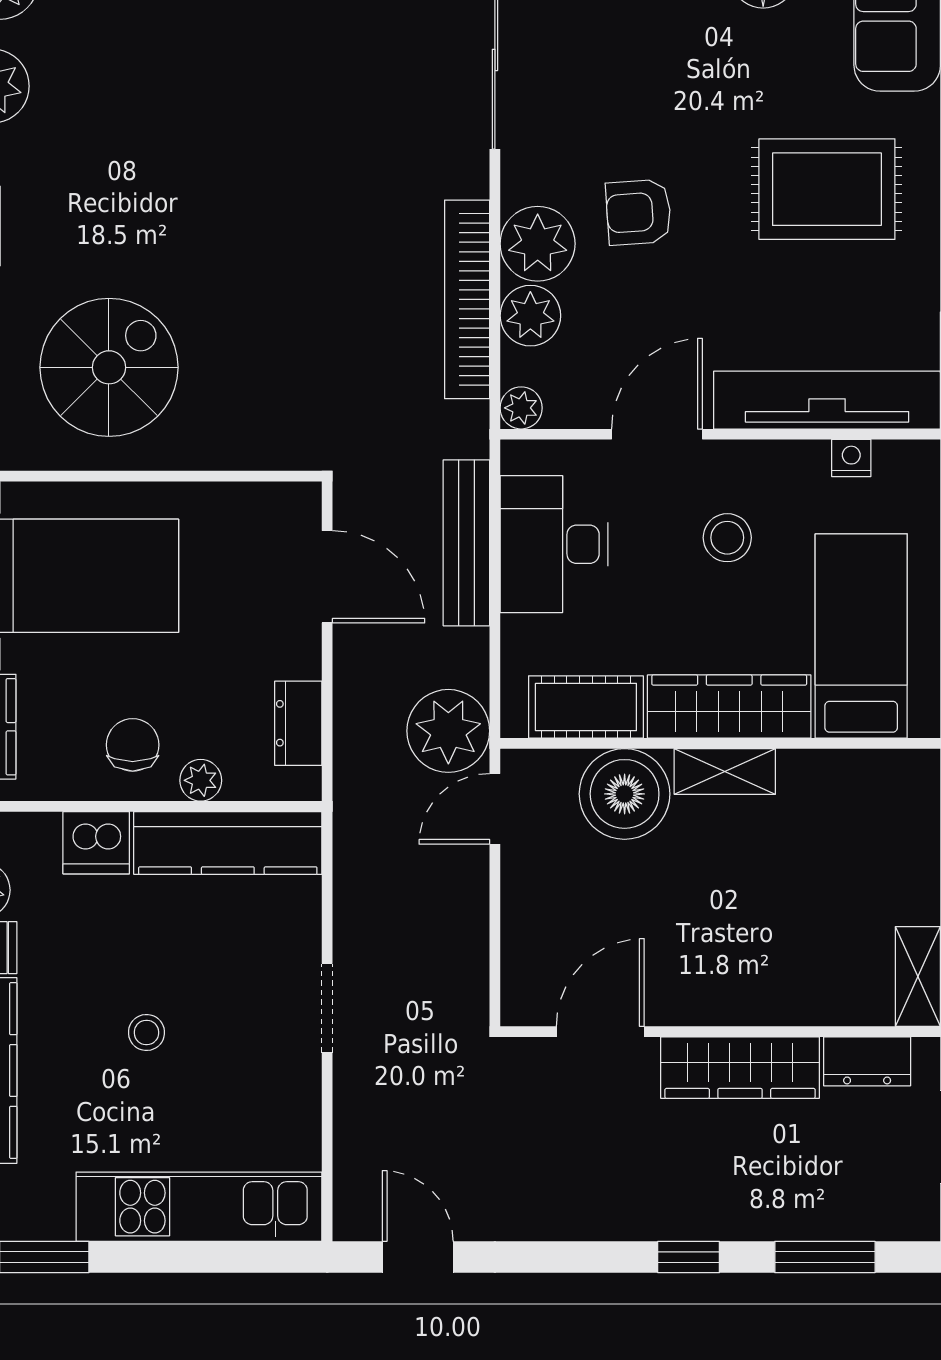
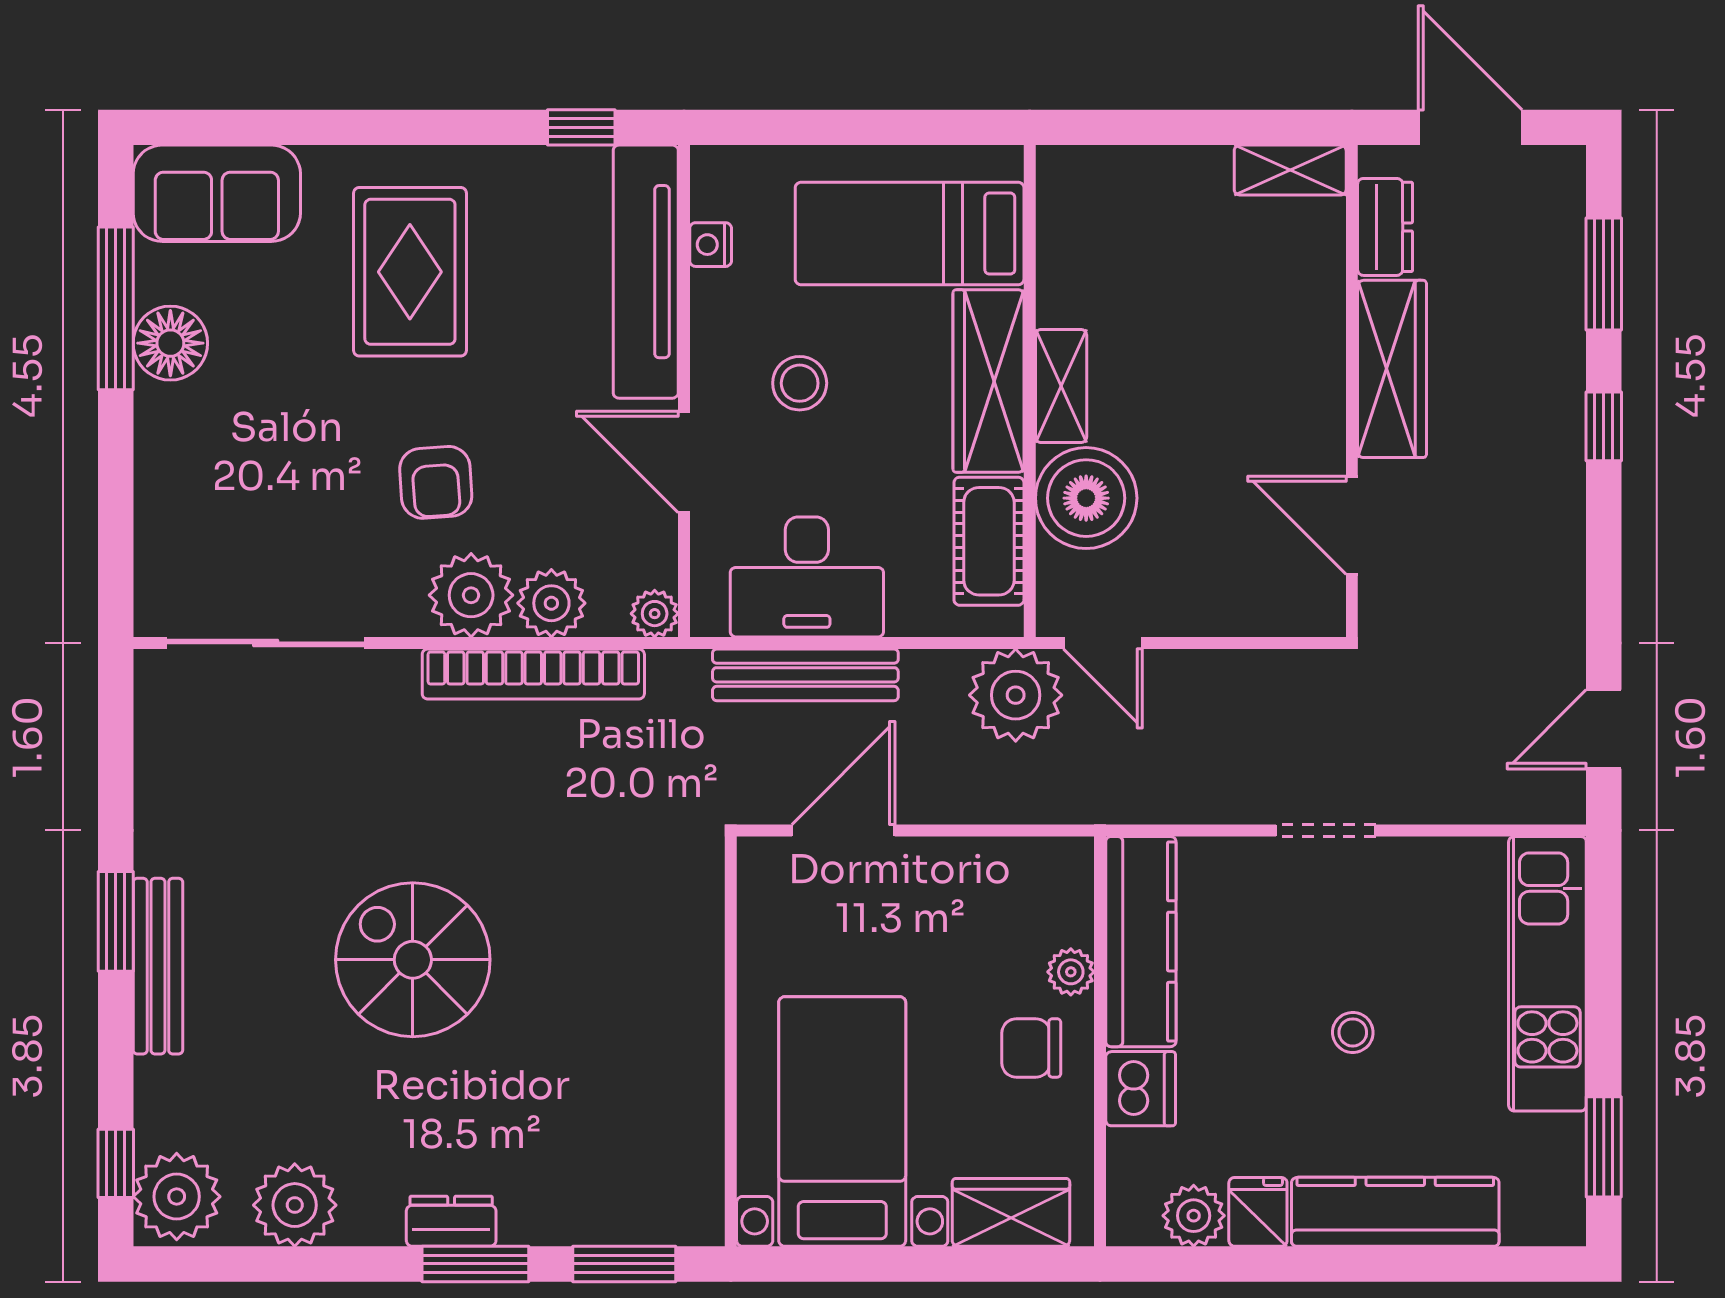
spiral stairs: (109, 367) -> (413, 960), moved
dresser: (298, 723) -> (1007, 863), removed

